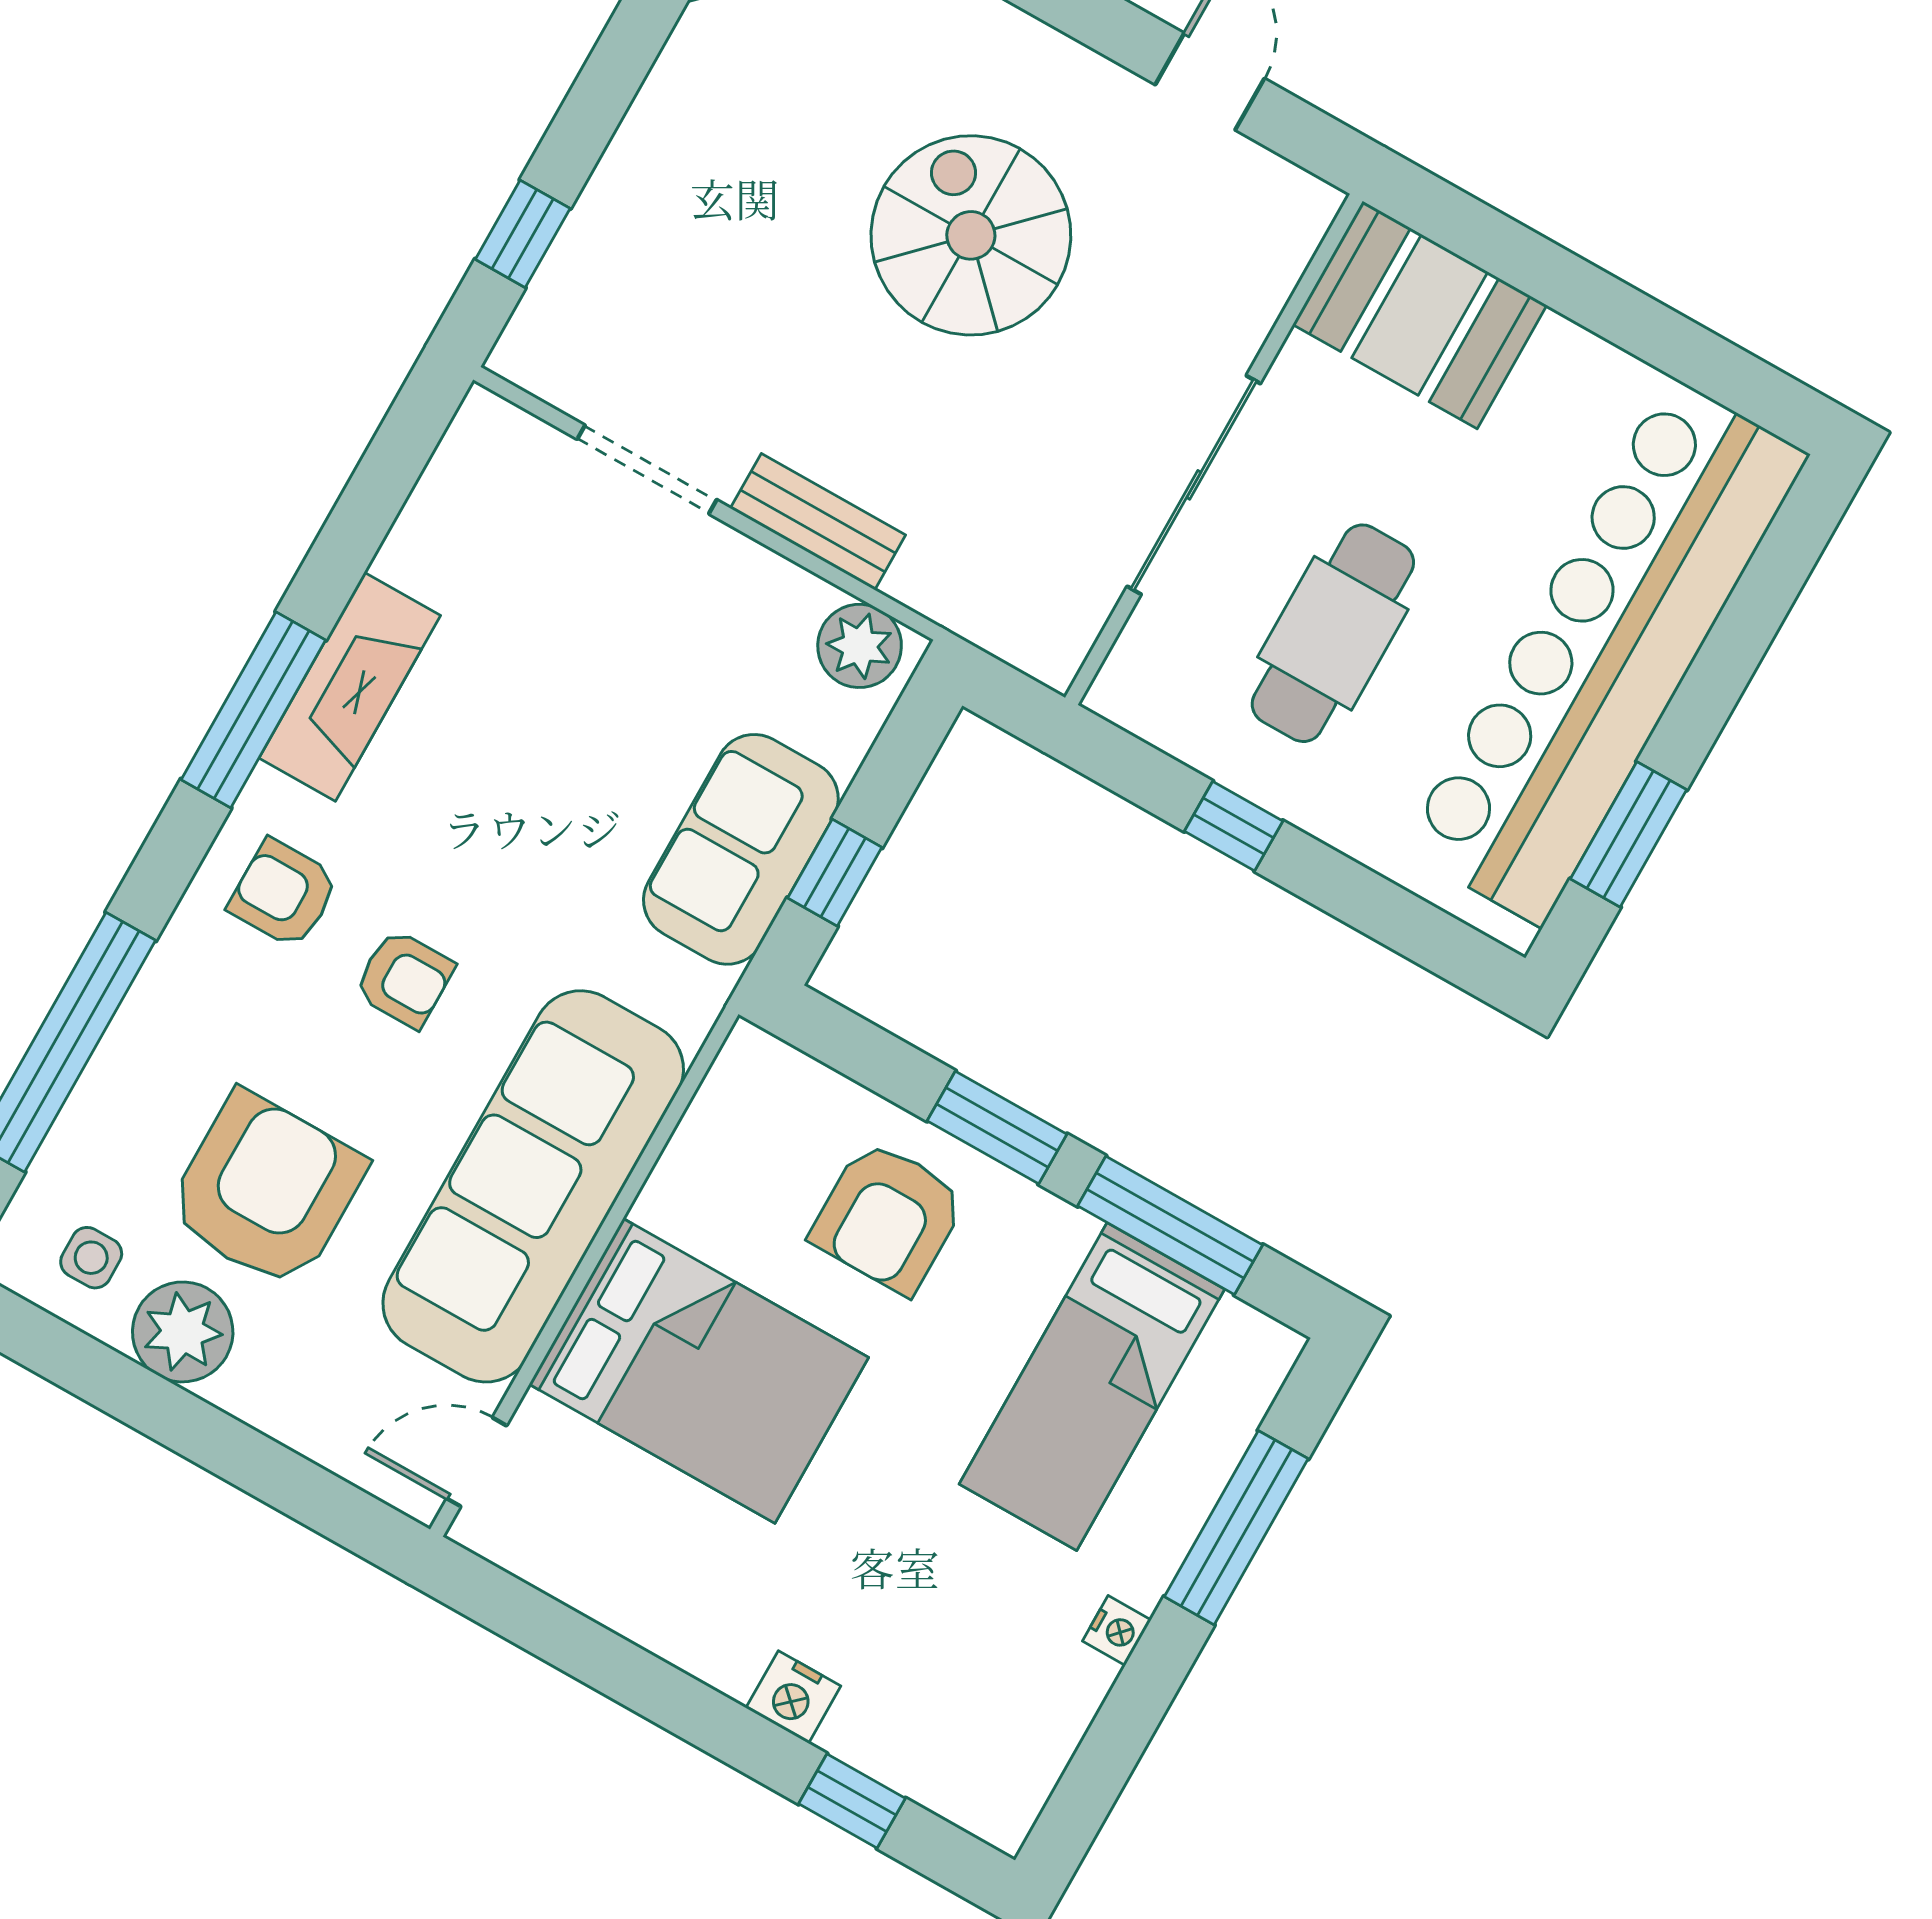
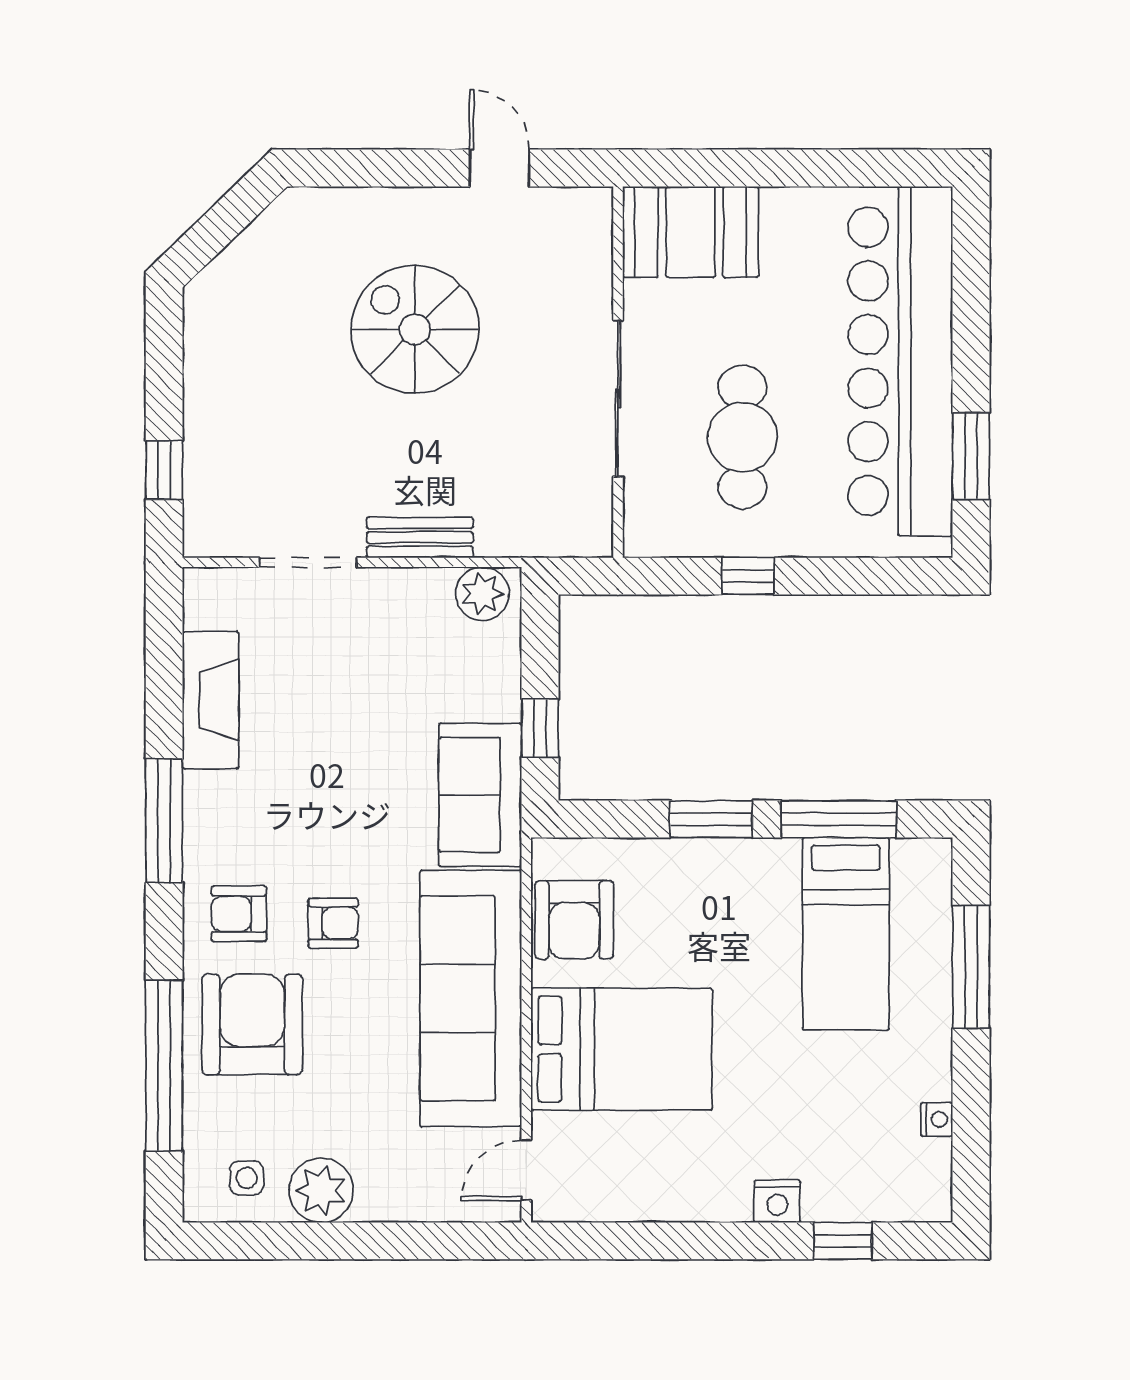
fireplace: (350, 687) -> (211, 700), moved
sofa: (741, 849) -> (480, 795), moved
armchair: (266, 1190) -> (252, 1024), moved
armchair: (888, 1217) -> (574, 920), moved
nightstand: (1117, 1630) -> (937, 1119), moved

